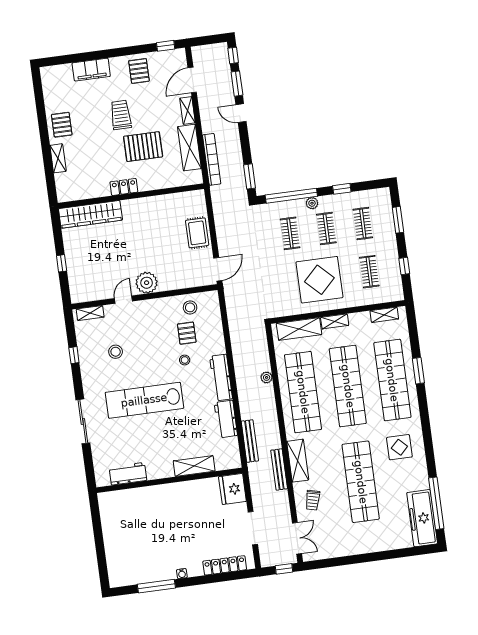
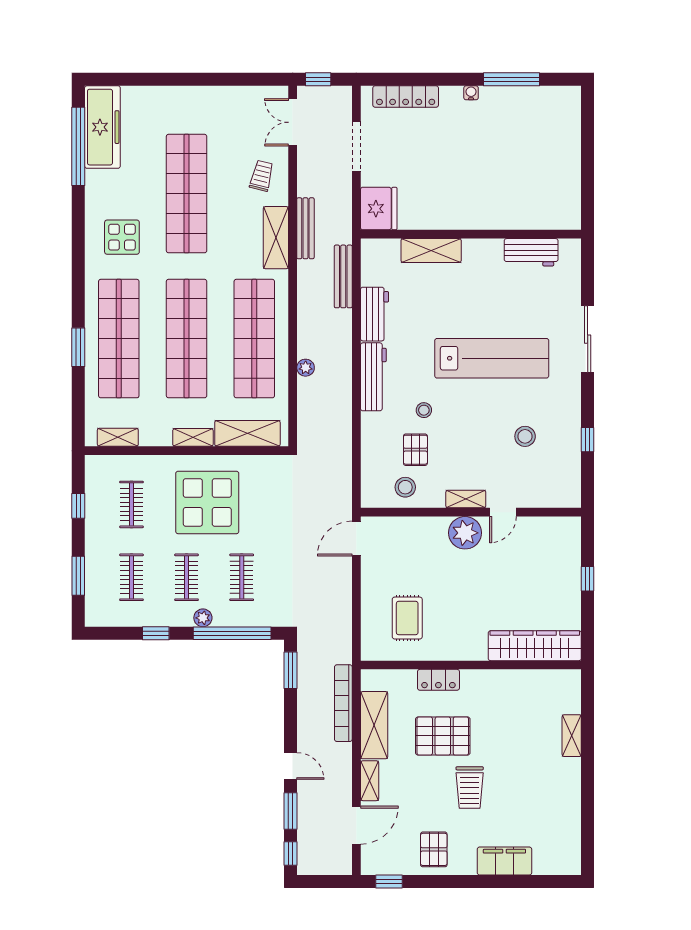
pallet: (62, 125) -> (559, 785), removed
locker: (124, 187) -> (438, 680), moved
rug: (197, 233) -> (407, 618), moved
shelving: (90, 313) -> (466, 499), moved

